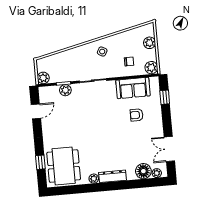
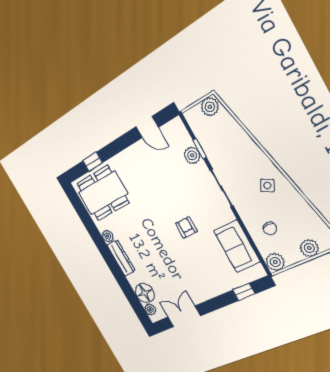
plant: (43, 78) -> (210, 107), moved
armchair: (137, 115) -> (186, 227), moved

